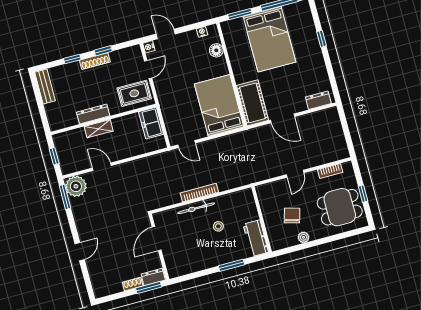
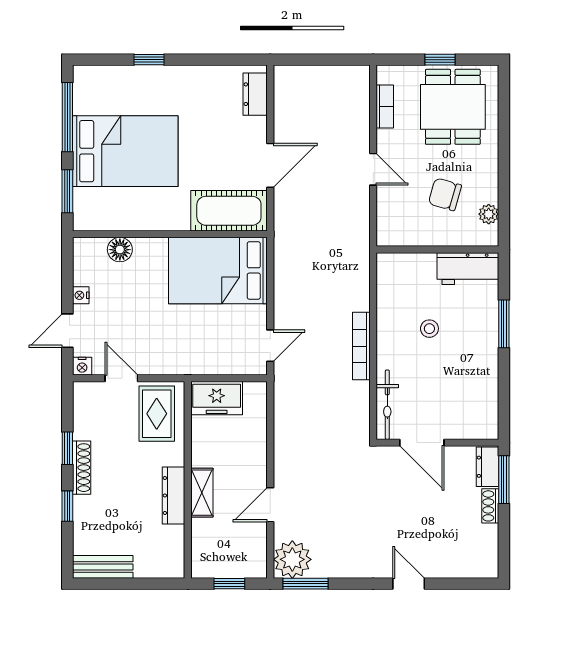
nightstand: (202, 32) -> (81, 295), moved
bicycle: (196, 208) -> (387, 405), moved
plant: (303, 237) -> (489, 214), moved

